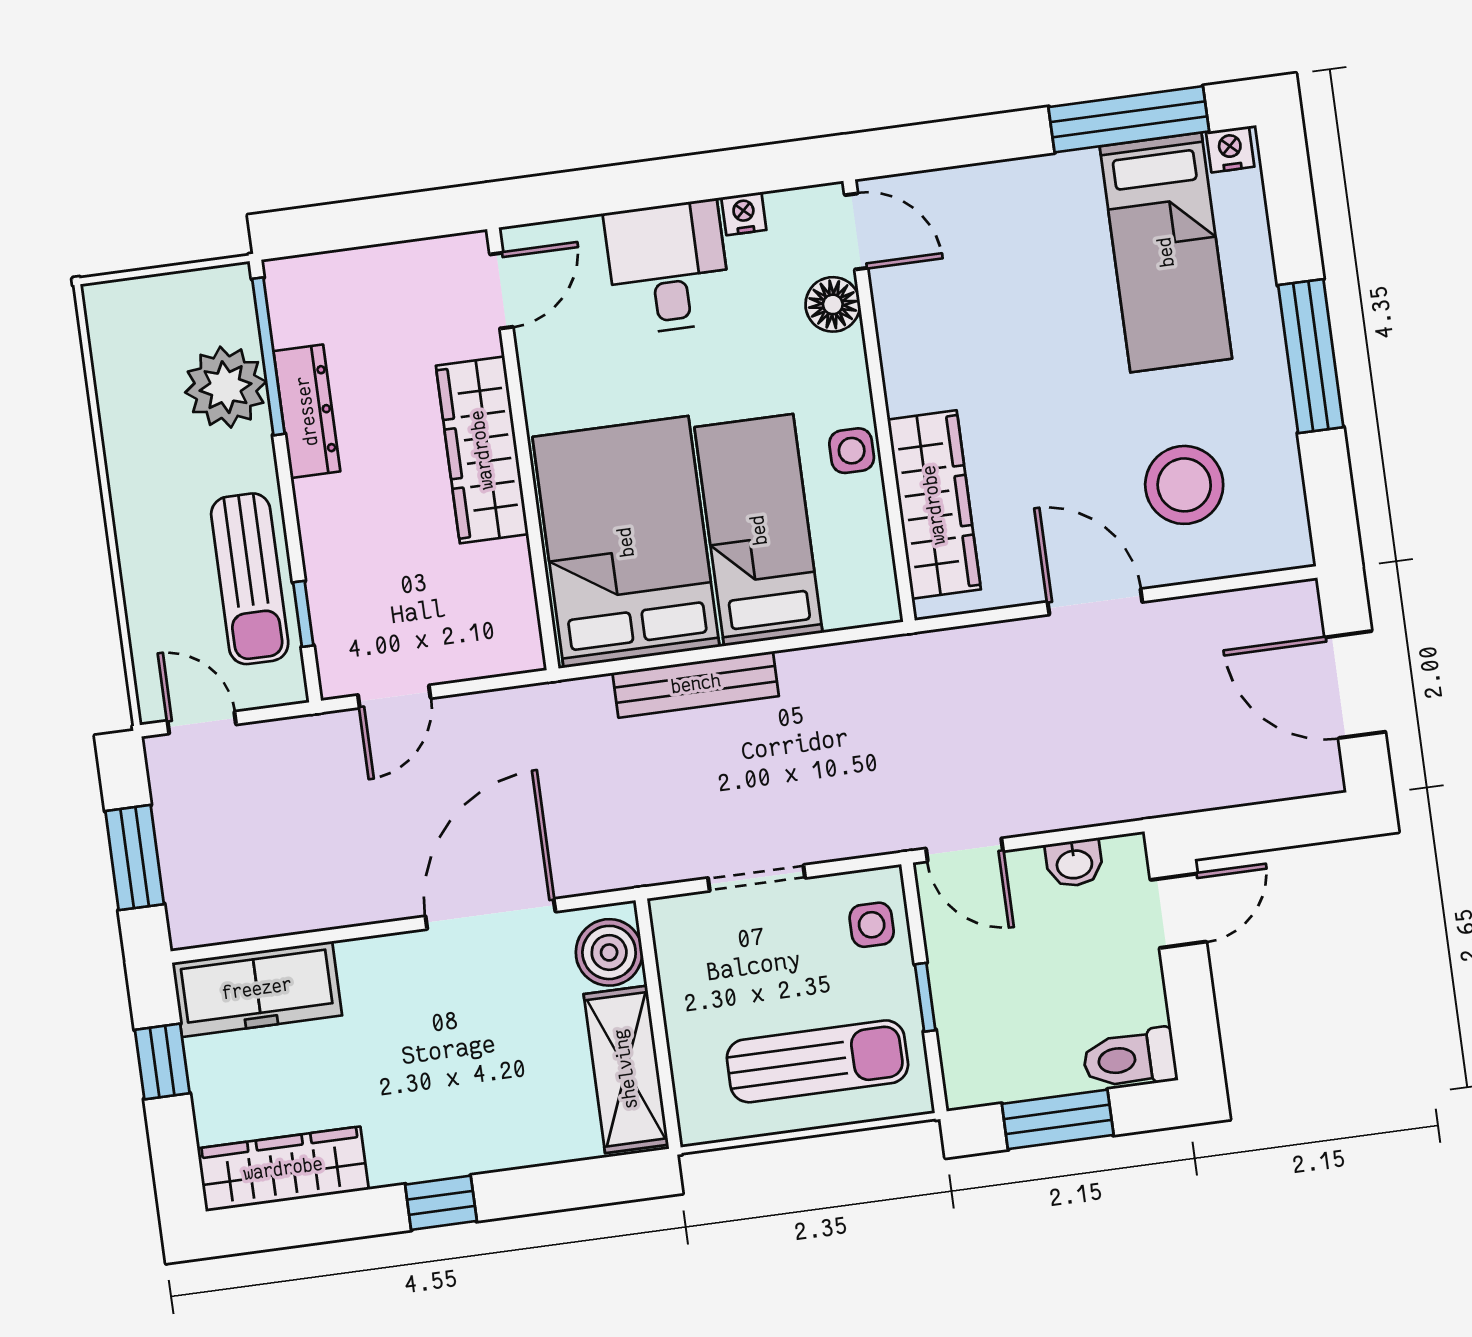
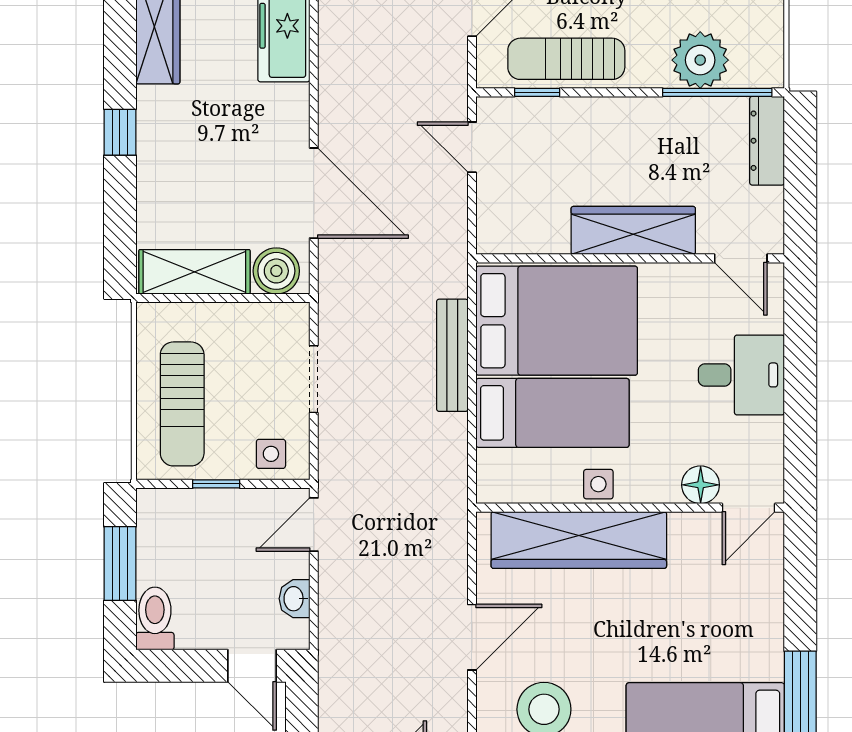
nightstand: (744, 214) -> (771, 432), removed
dresser: (307, 411) -> (767, 141), moved, turned 90
wardrobe: (934, 505) -> (579, 540), width x1.40, depth x1.17

